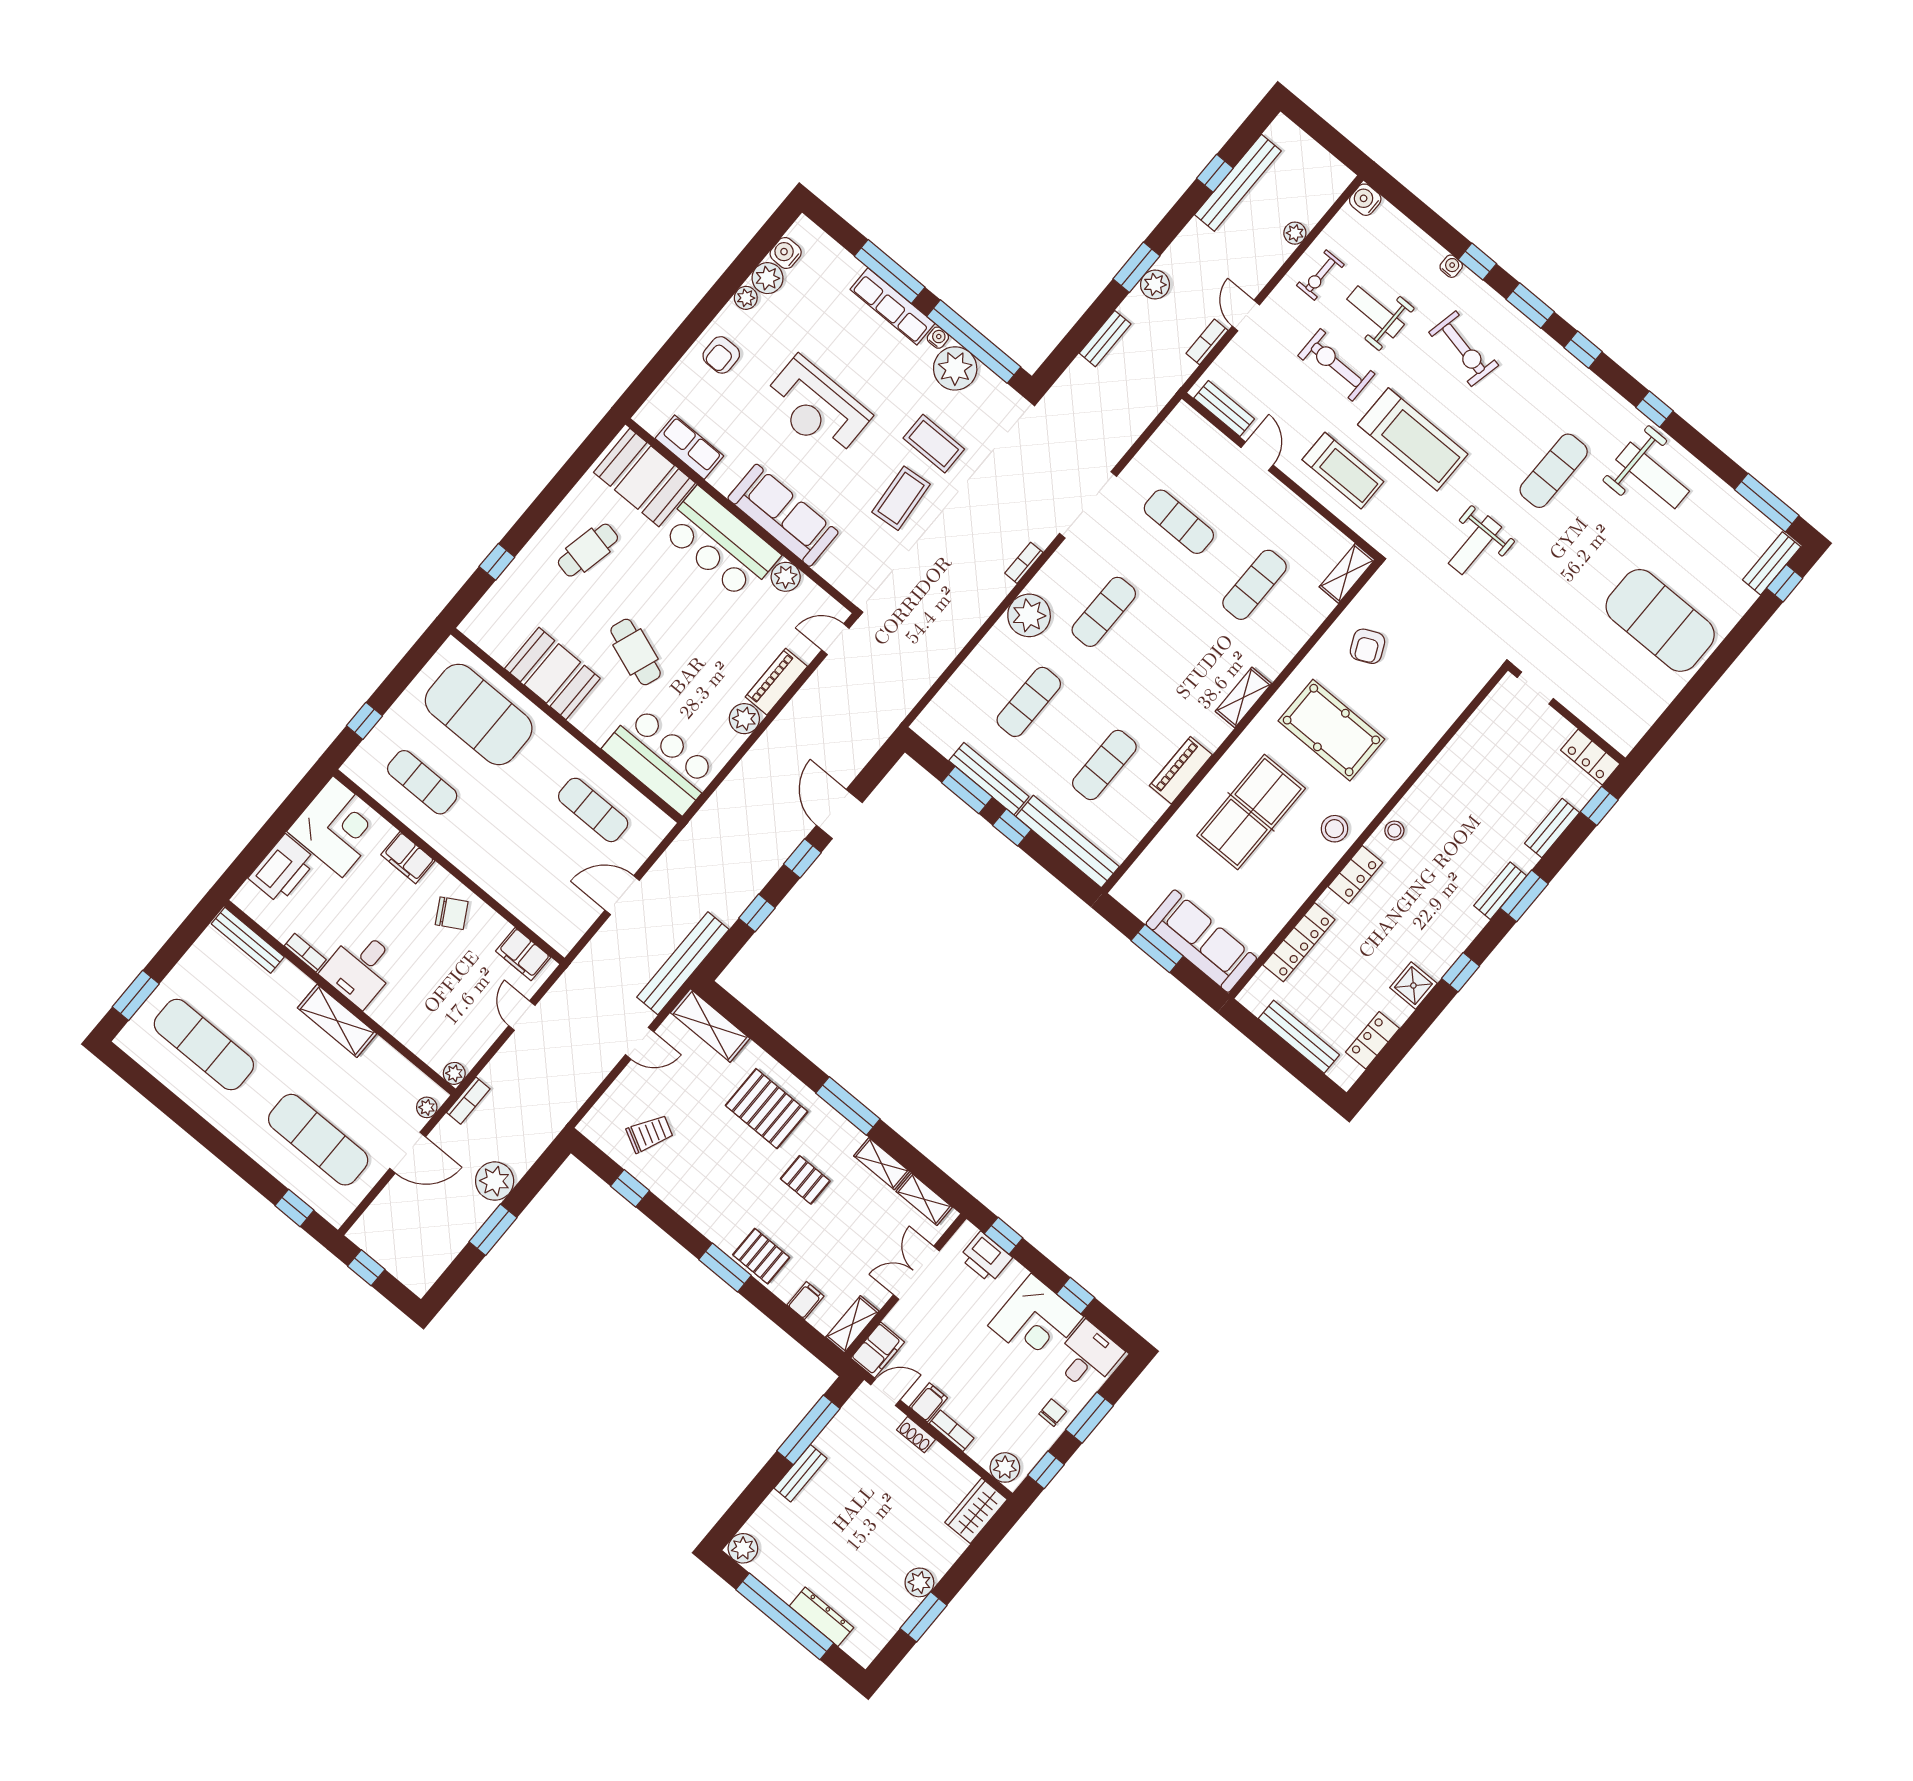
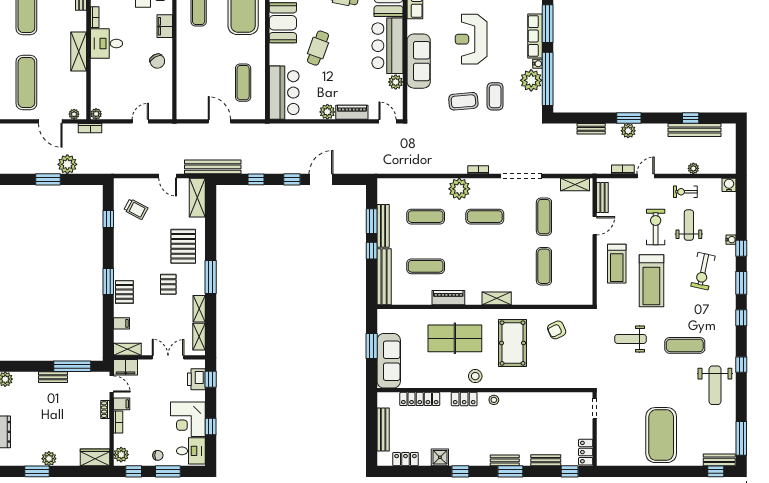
shelving: (1347, 573) -> (575, 184), moved
exercise mat: (1255, 585) -> (544, 266), turned 90
filing cabinet: (523, 954) -> (165, 102), removed

